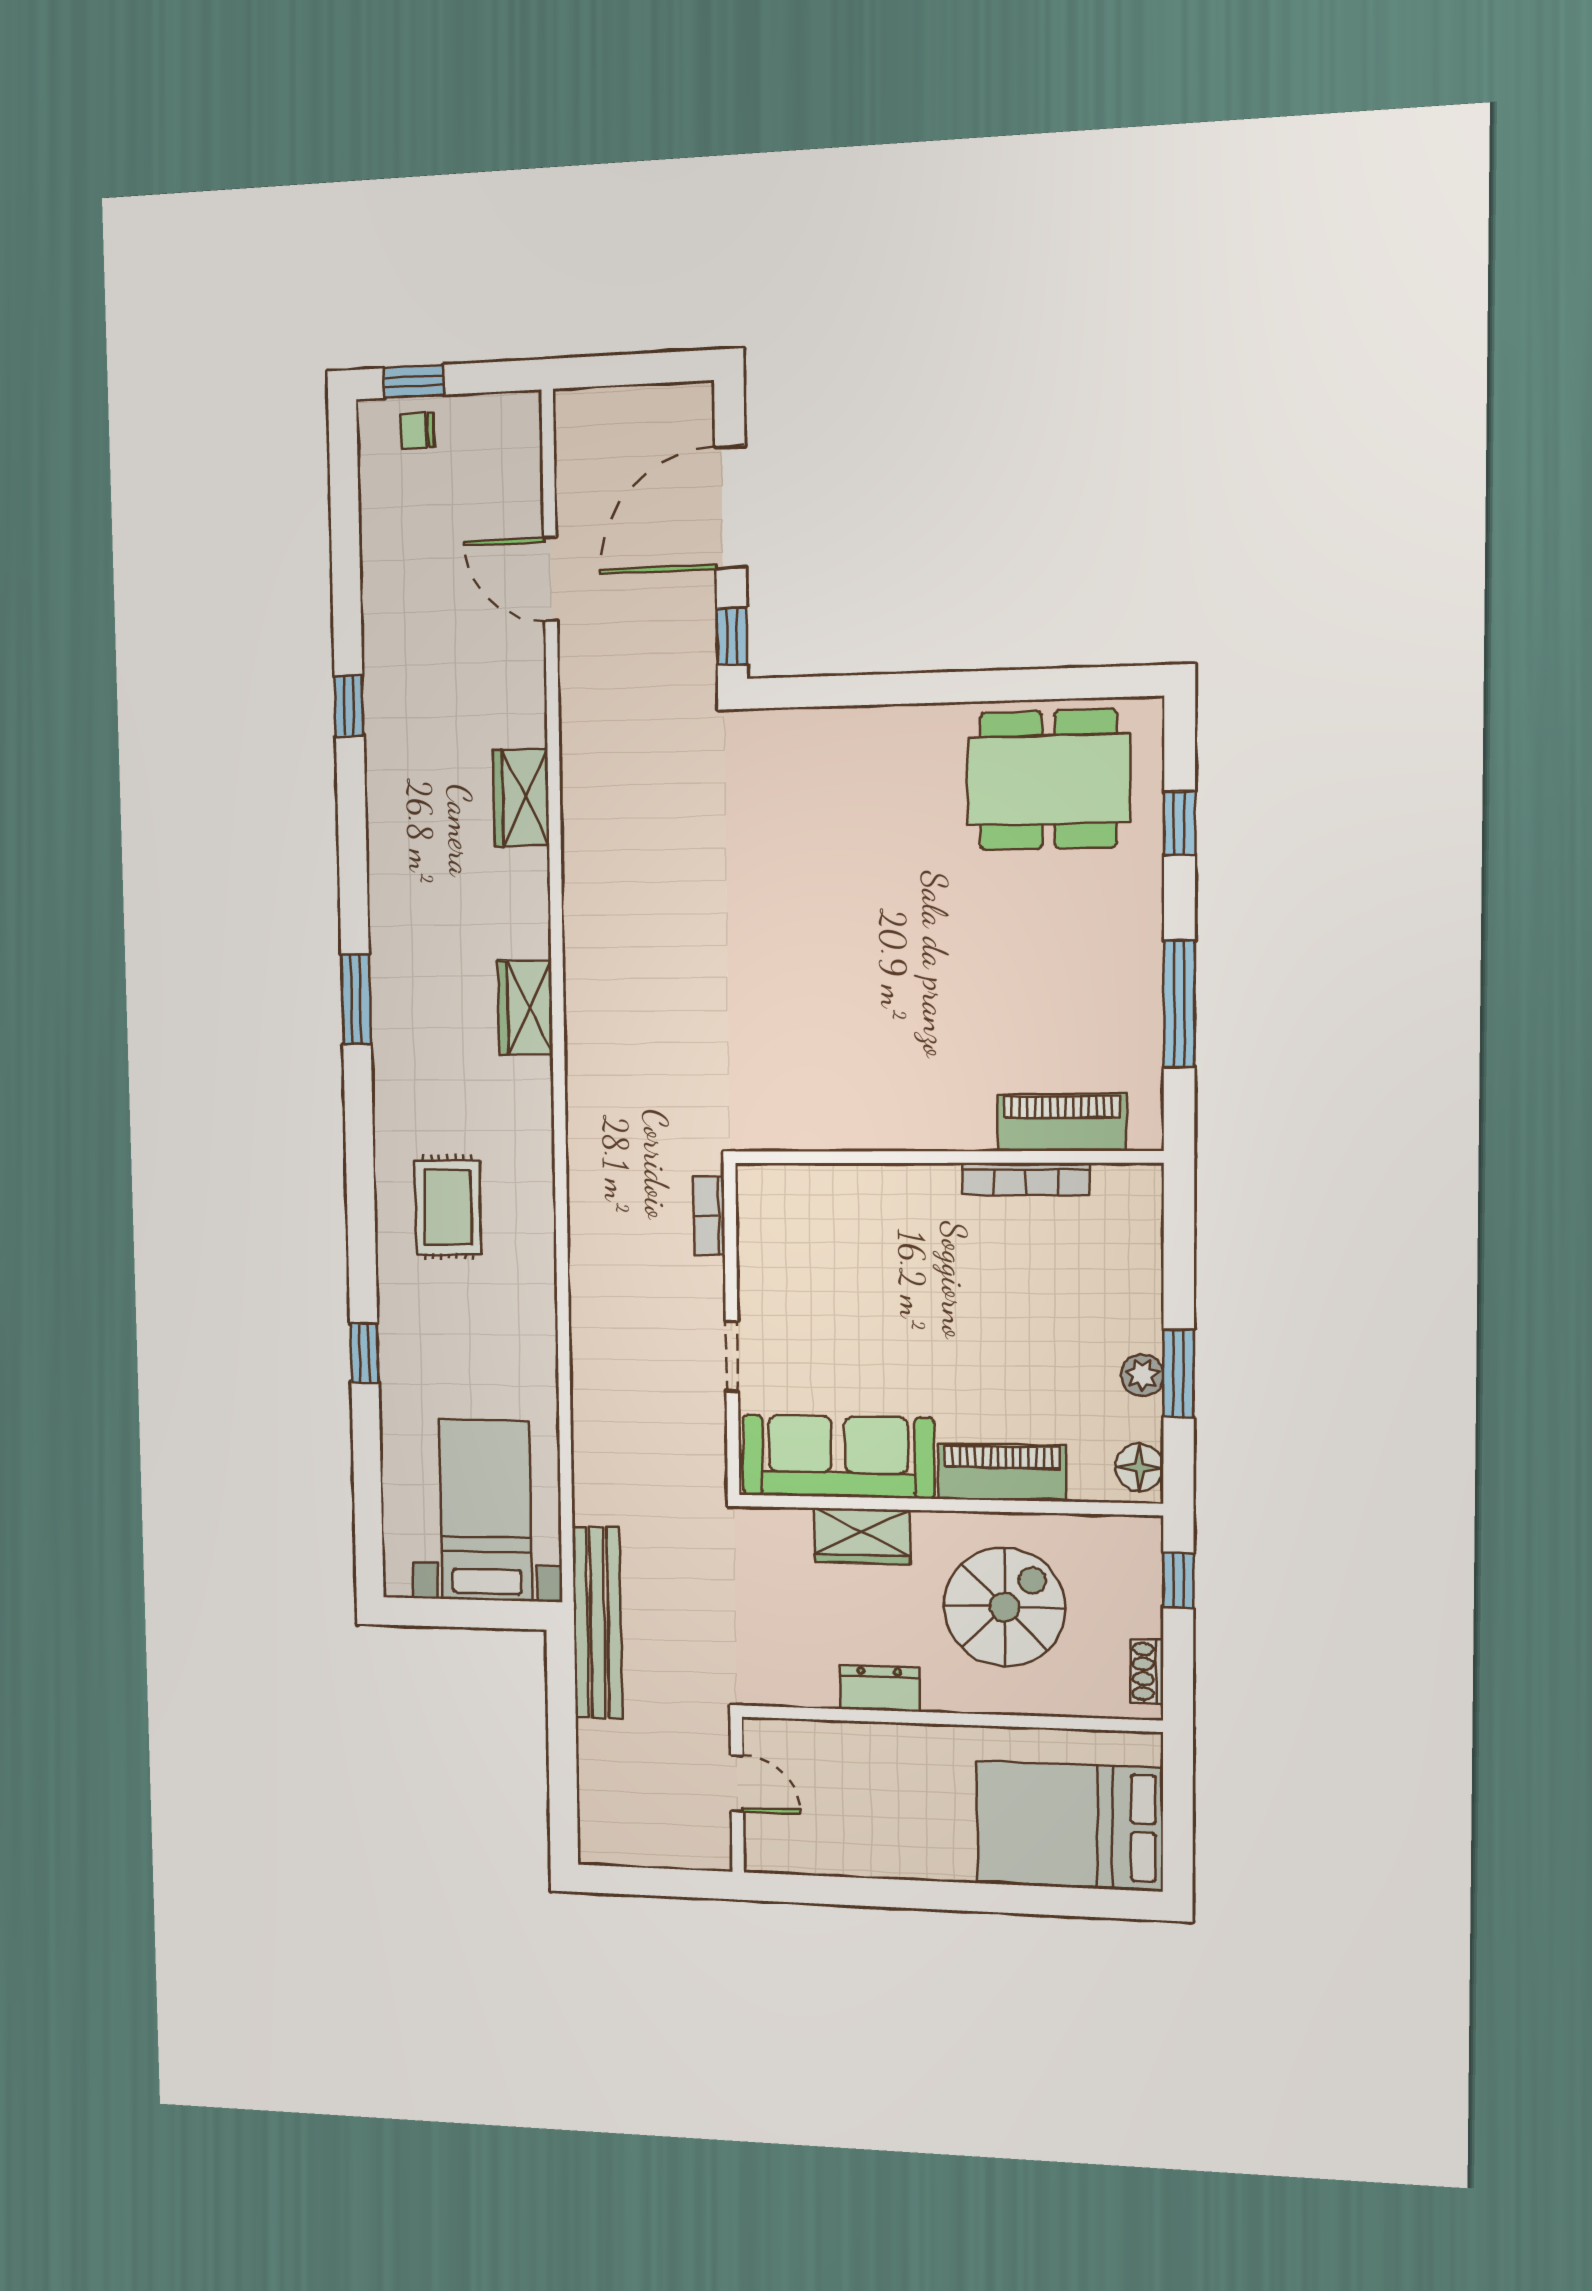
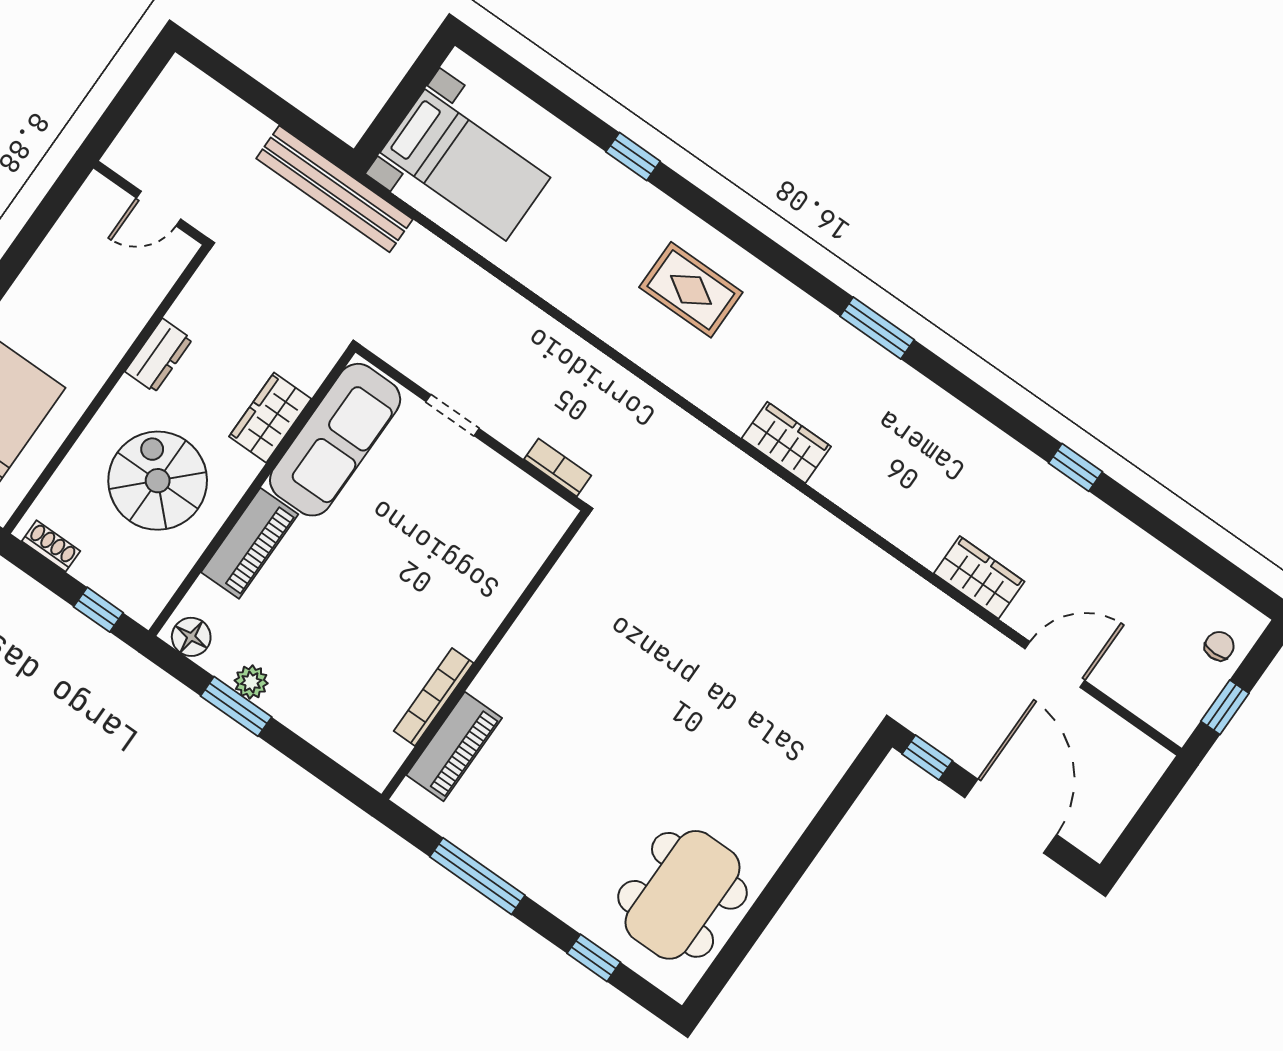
window: (413, 381) -> (1225, 707), moved
wardrobe: (521, 797) -> (979, 577), moved
spiral stairs: (1004, 1607) -> (158, 481), turned 180

